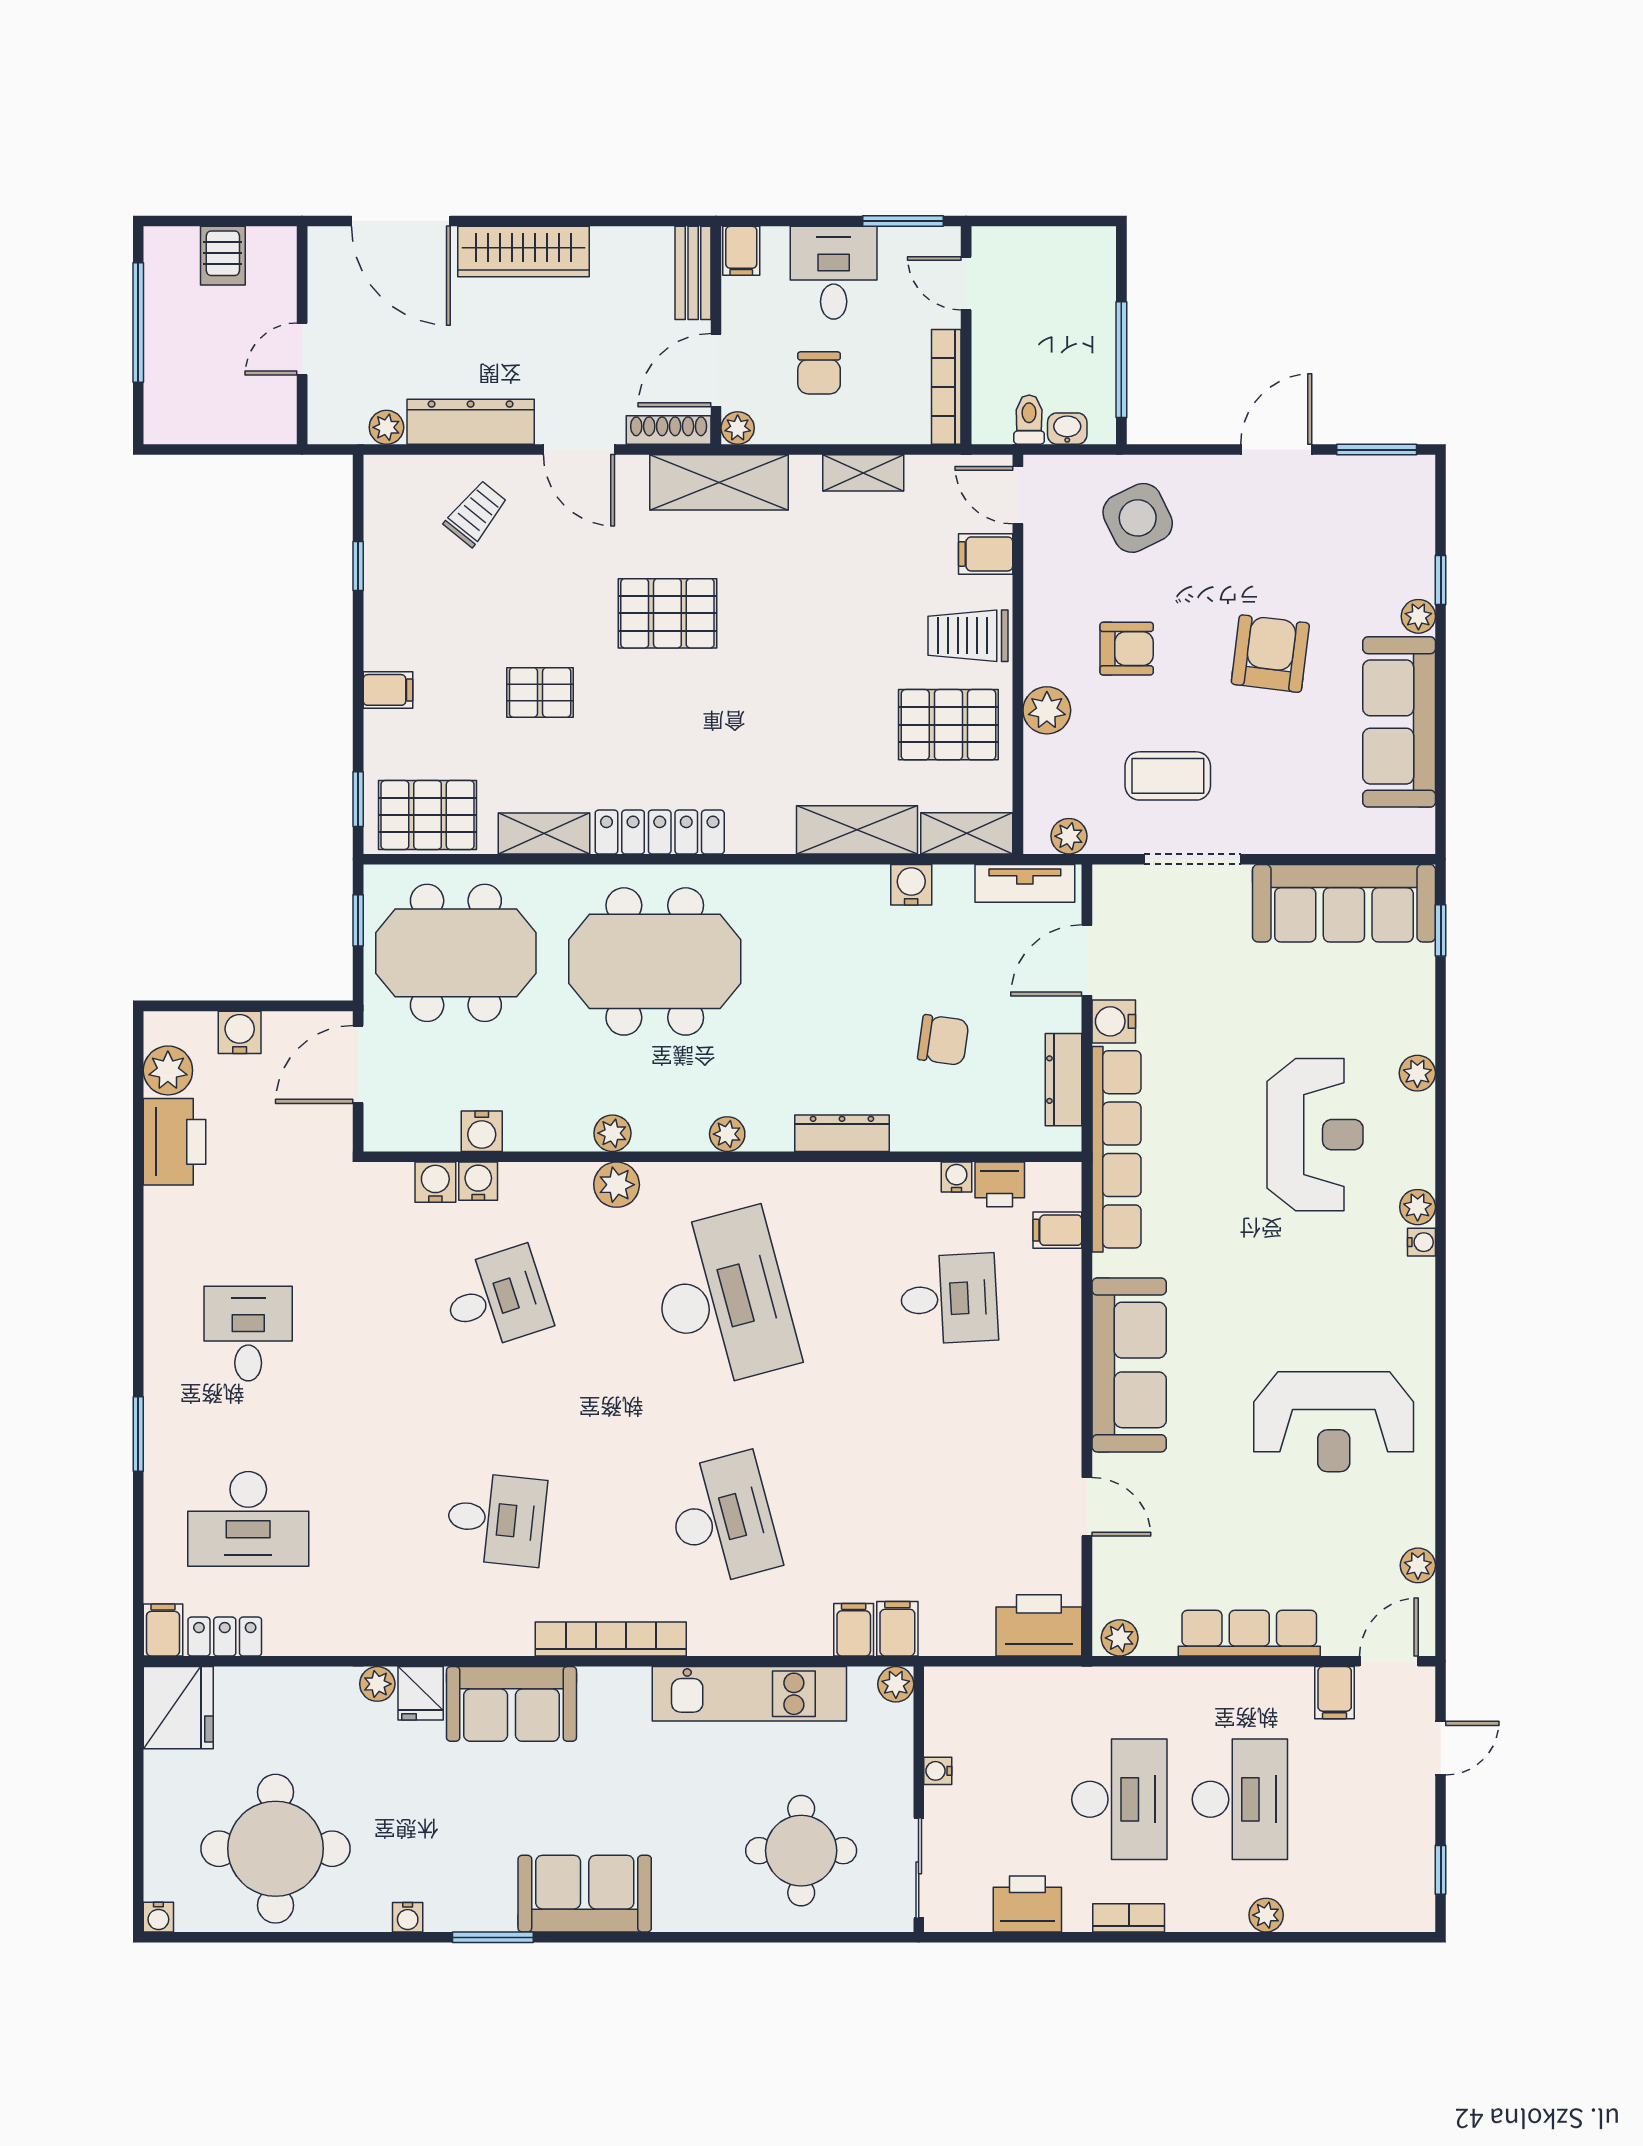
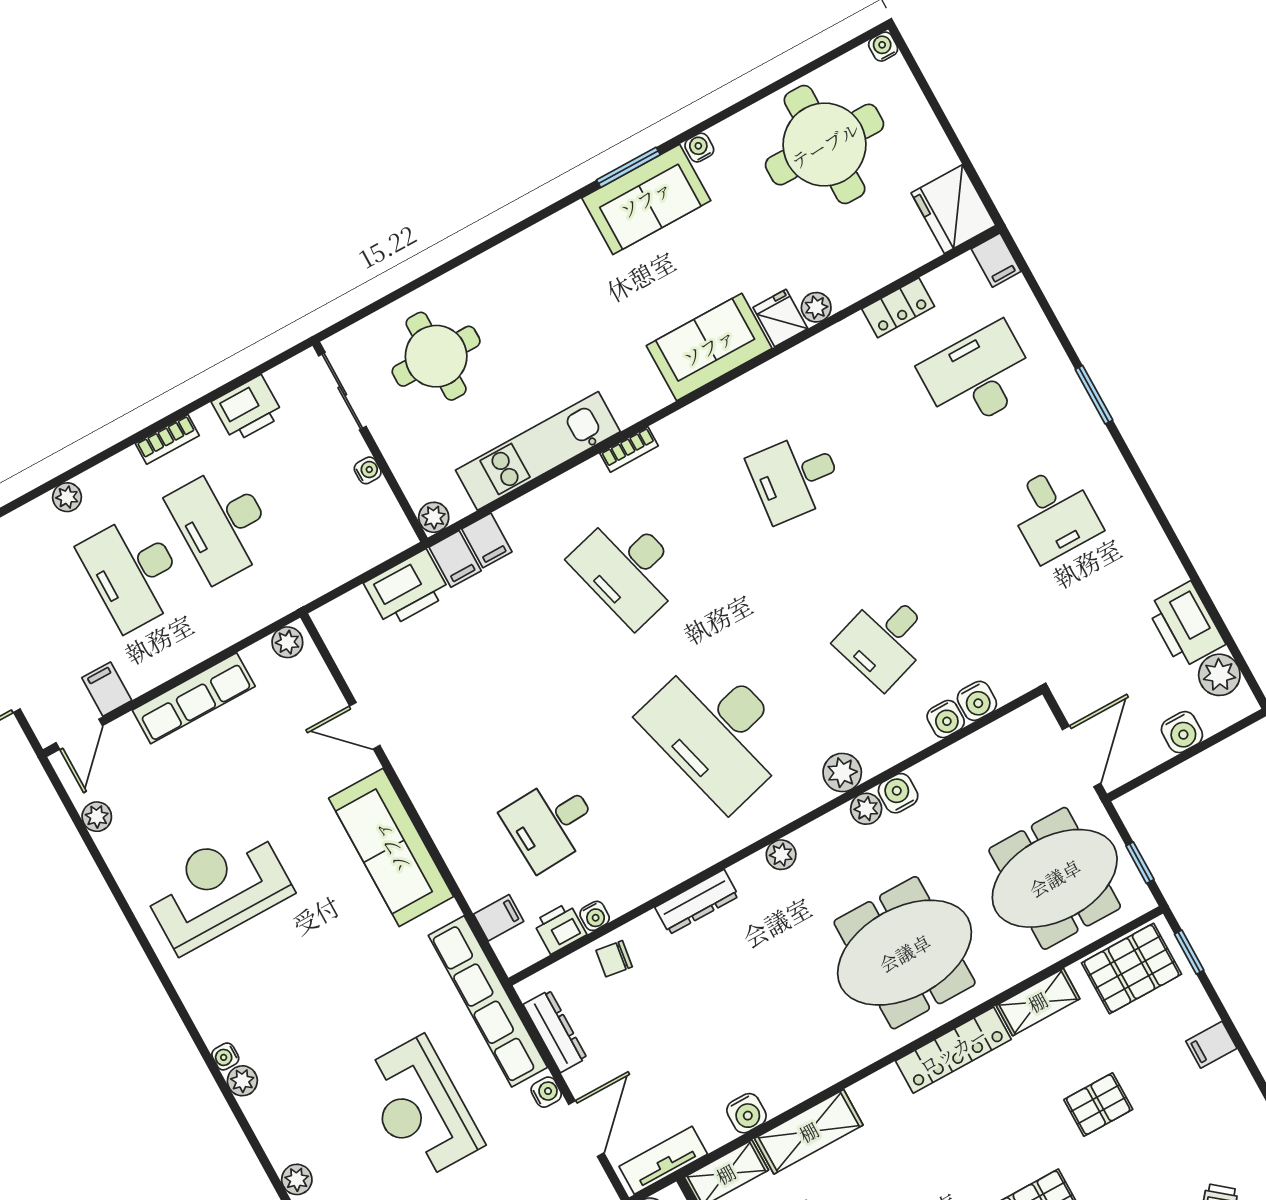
water cooler: (1114, 1021) -> (546, 1092), width x0.72, depth x0.72
chair: (943, 1040) -> (614, 959), moved, width x0.73, depth x0.73
water cooler: (482, 1131) -> (898, 793), moved
reception desk: (1315, 1135) -> (420, 1108), moved
printer: (1039, 1625) -> (407, 588), moved
locker: (225, 1637) -> (898, 308), moved
bookcase: (611, 1639) -> (629, 449), width x0.43, depth x0.76
sofa: (585, 1894) -> (646, 199), moved

